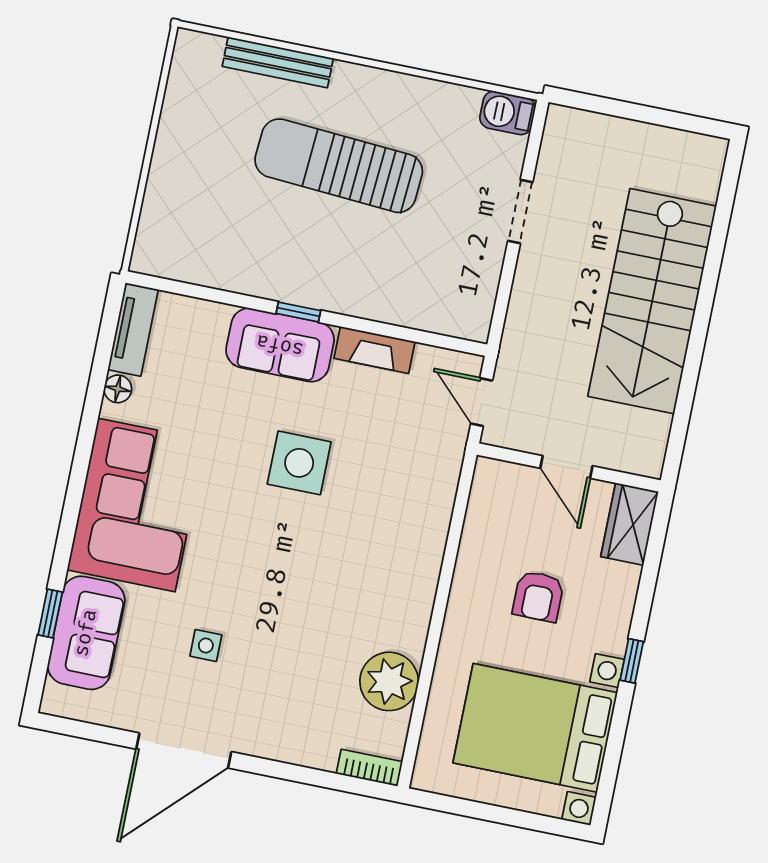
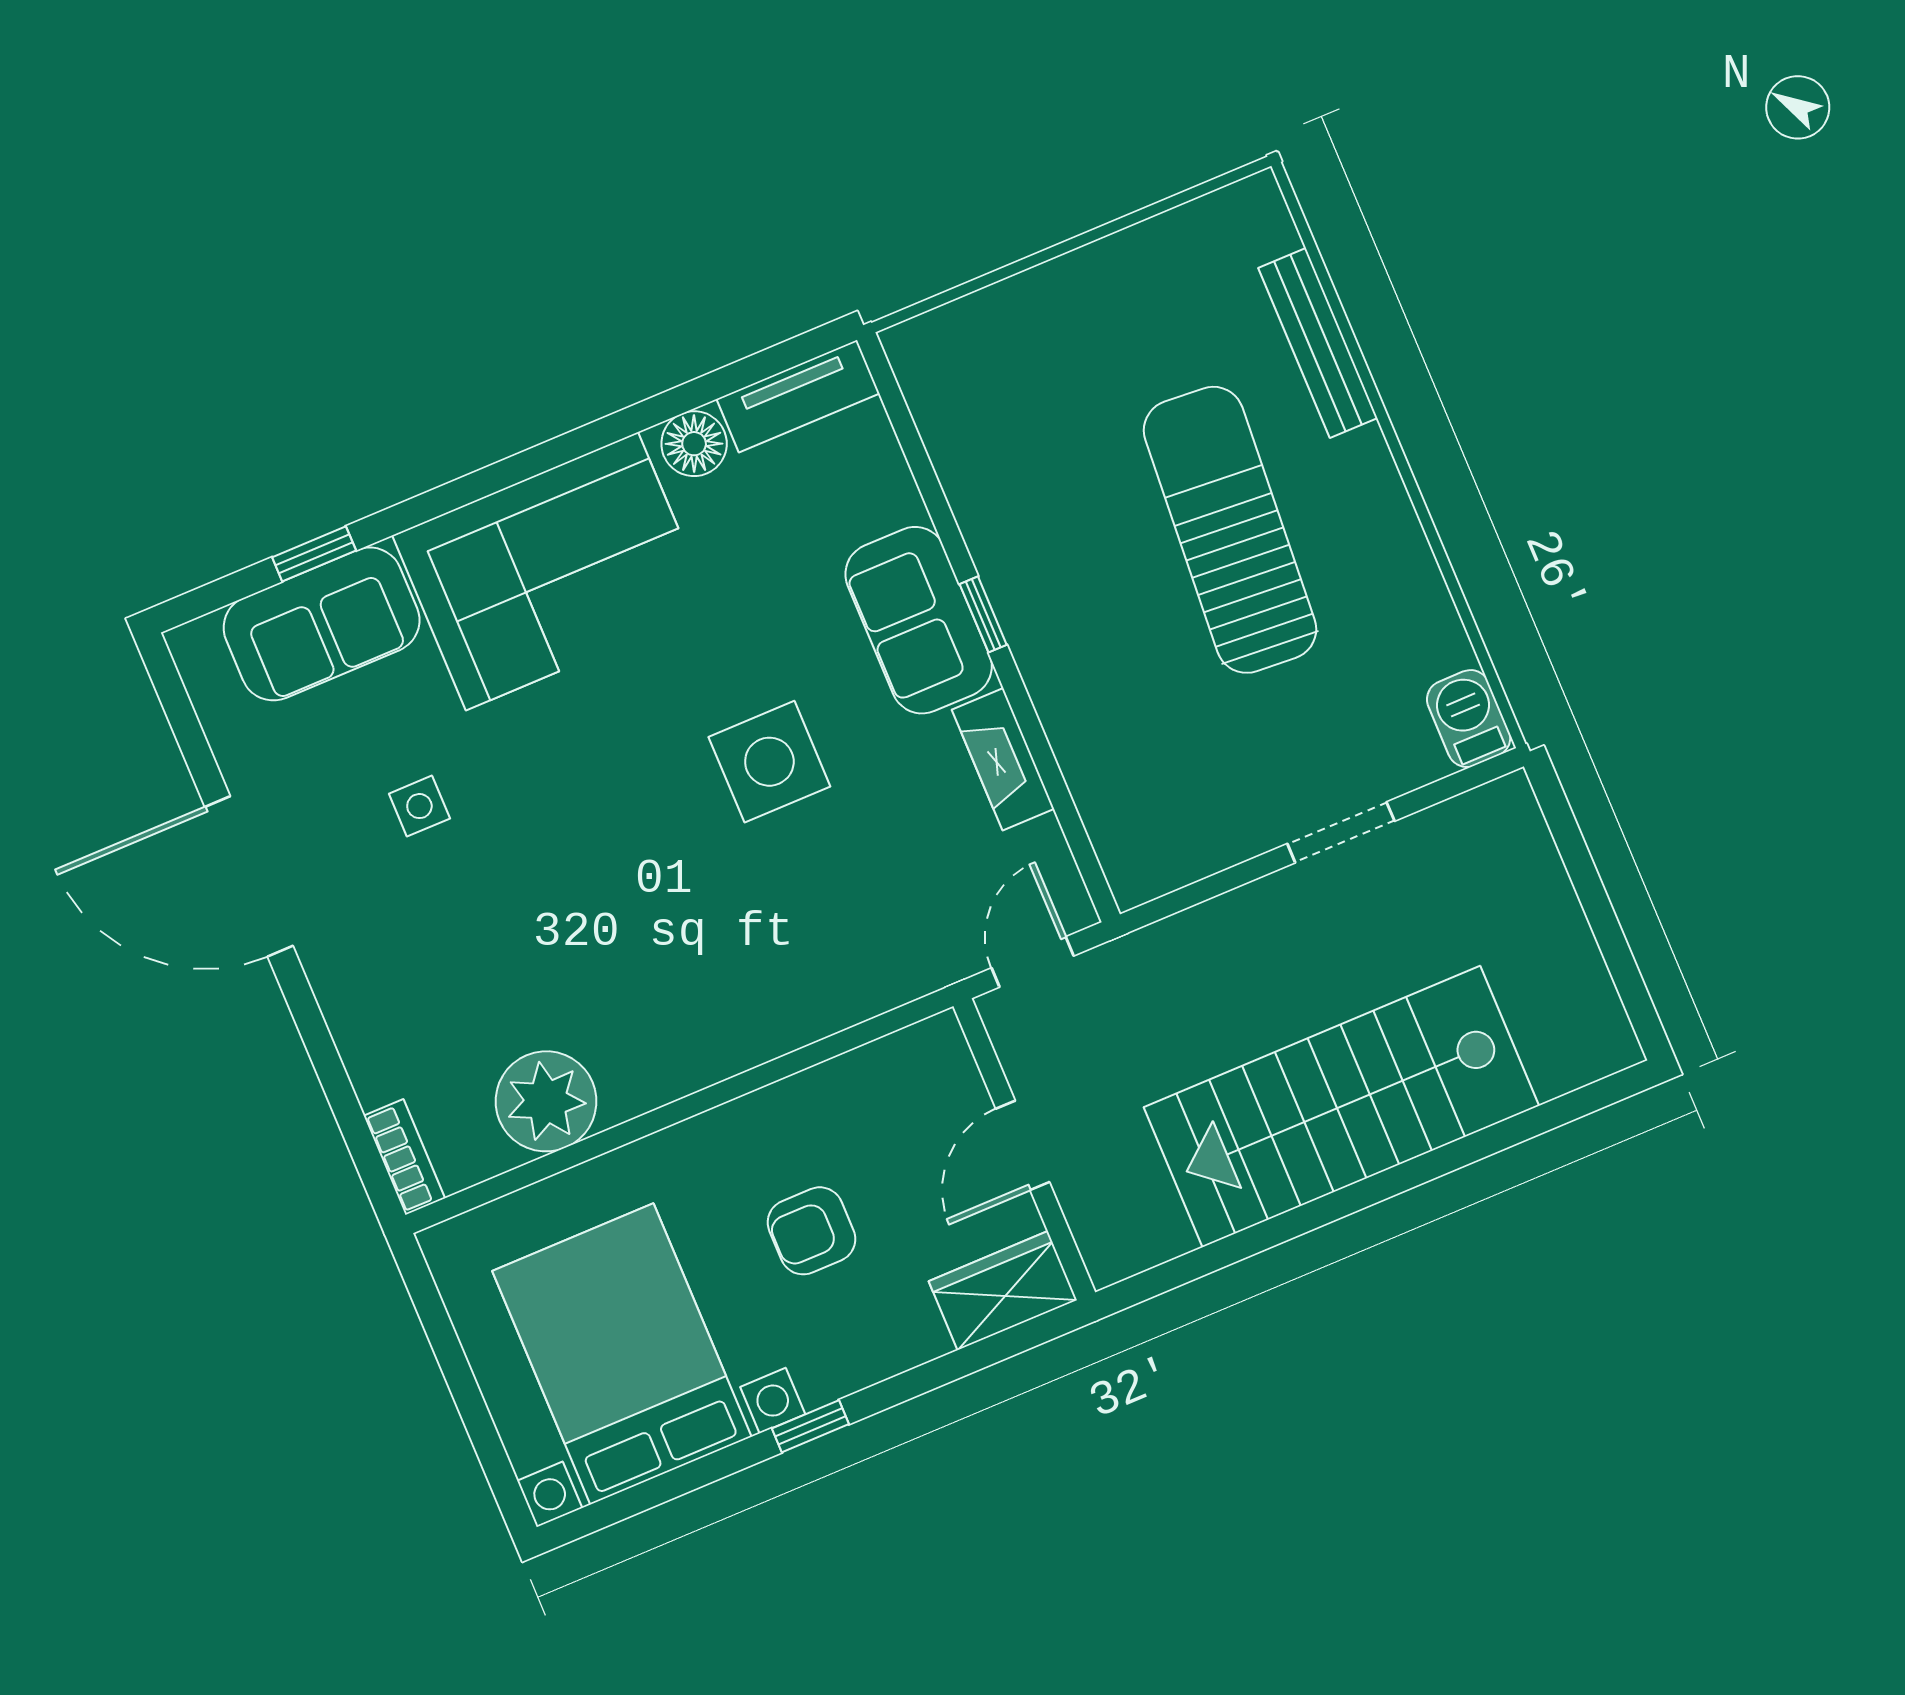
floor lamp: (118, 389) -> (694, 444), width x1.37, depth x1.37

